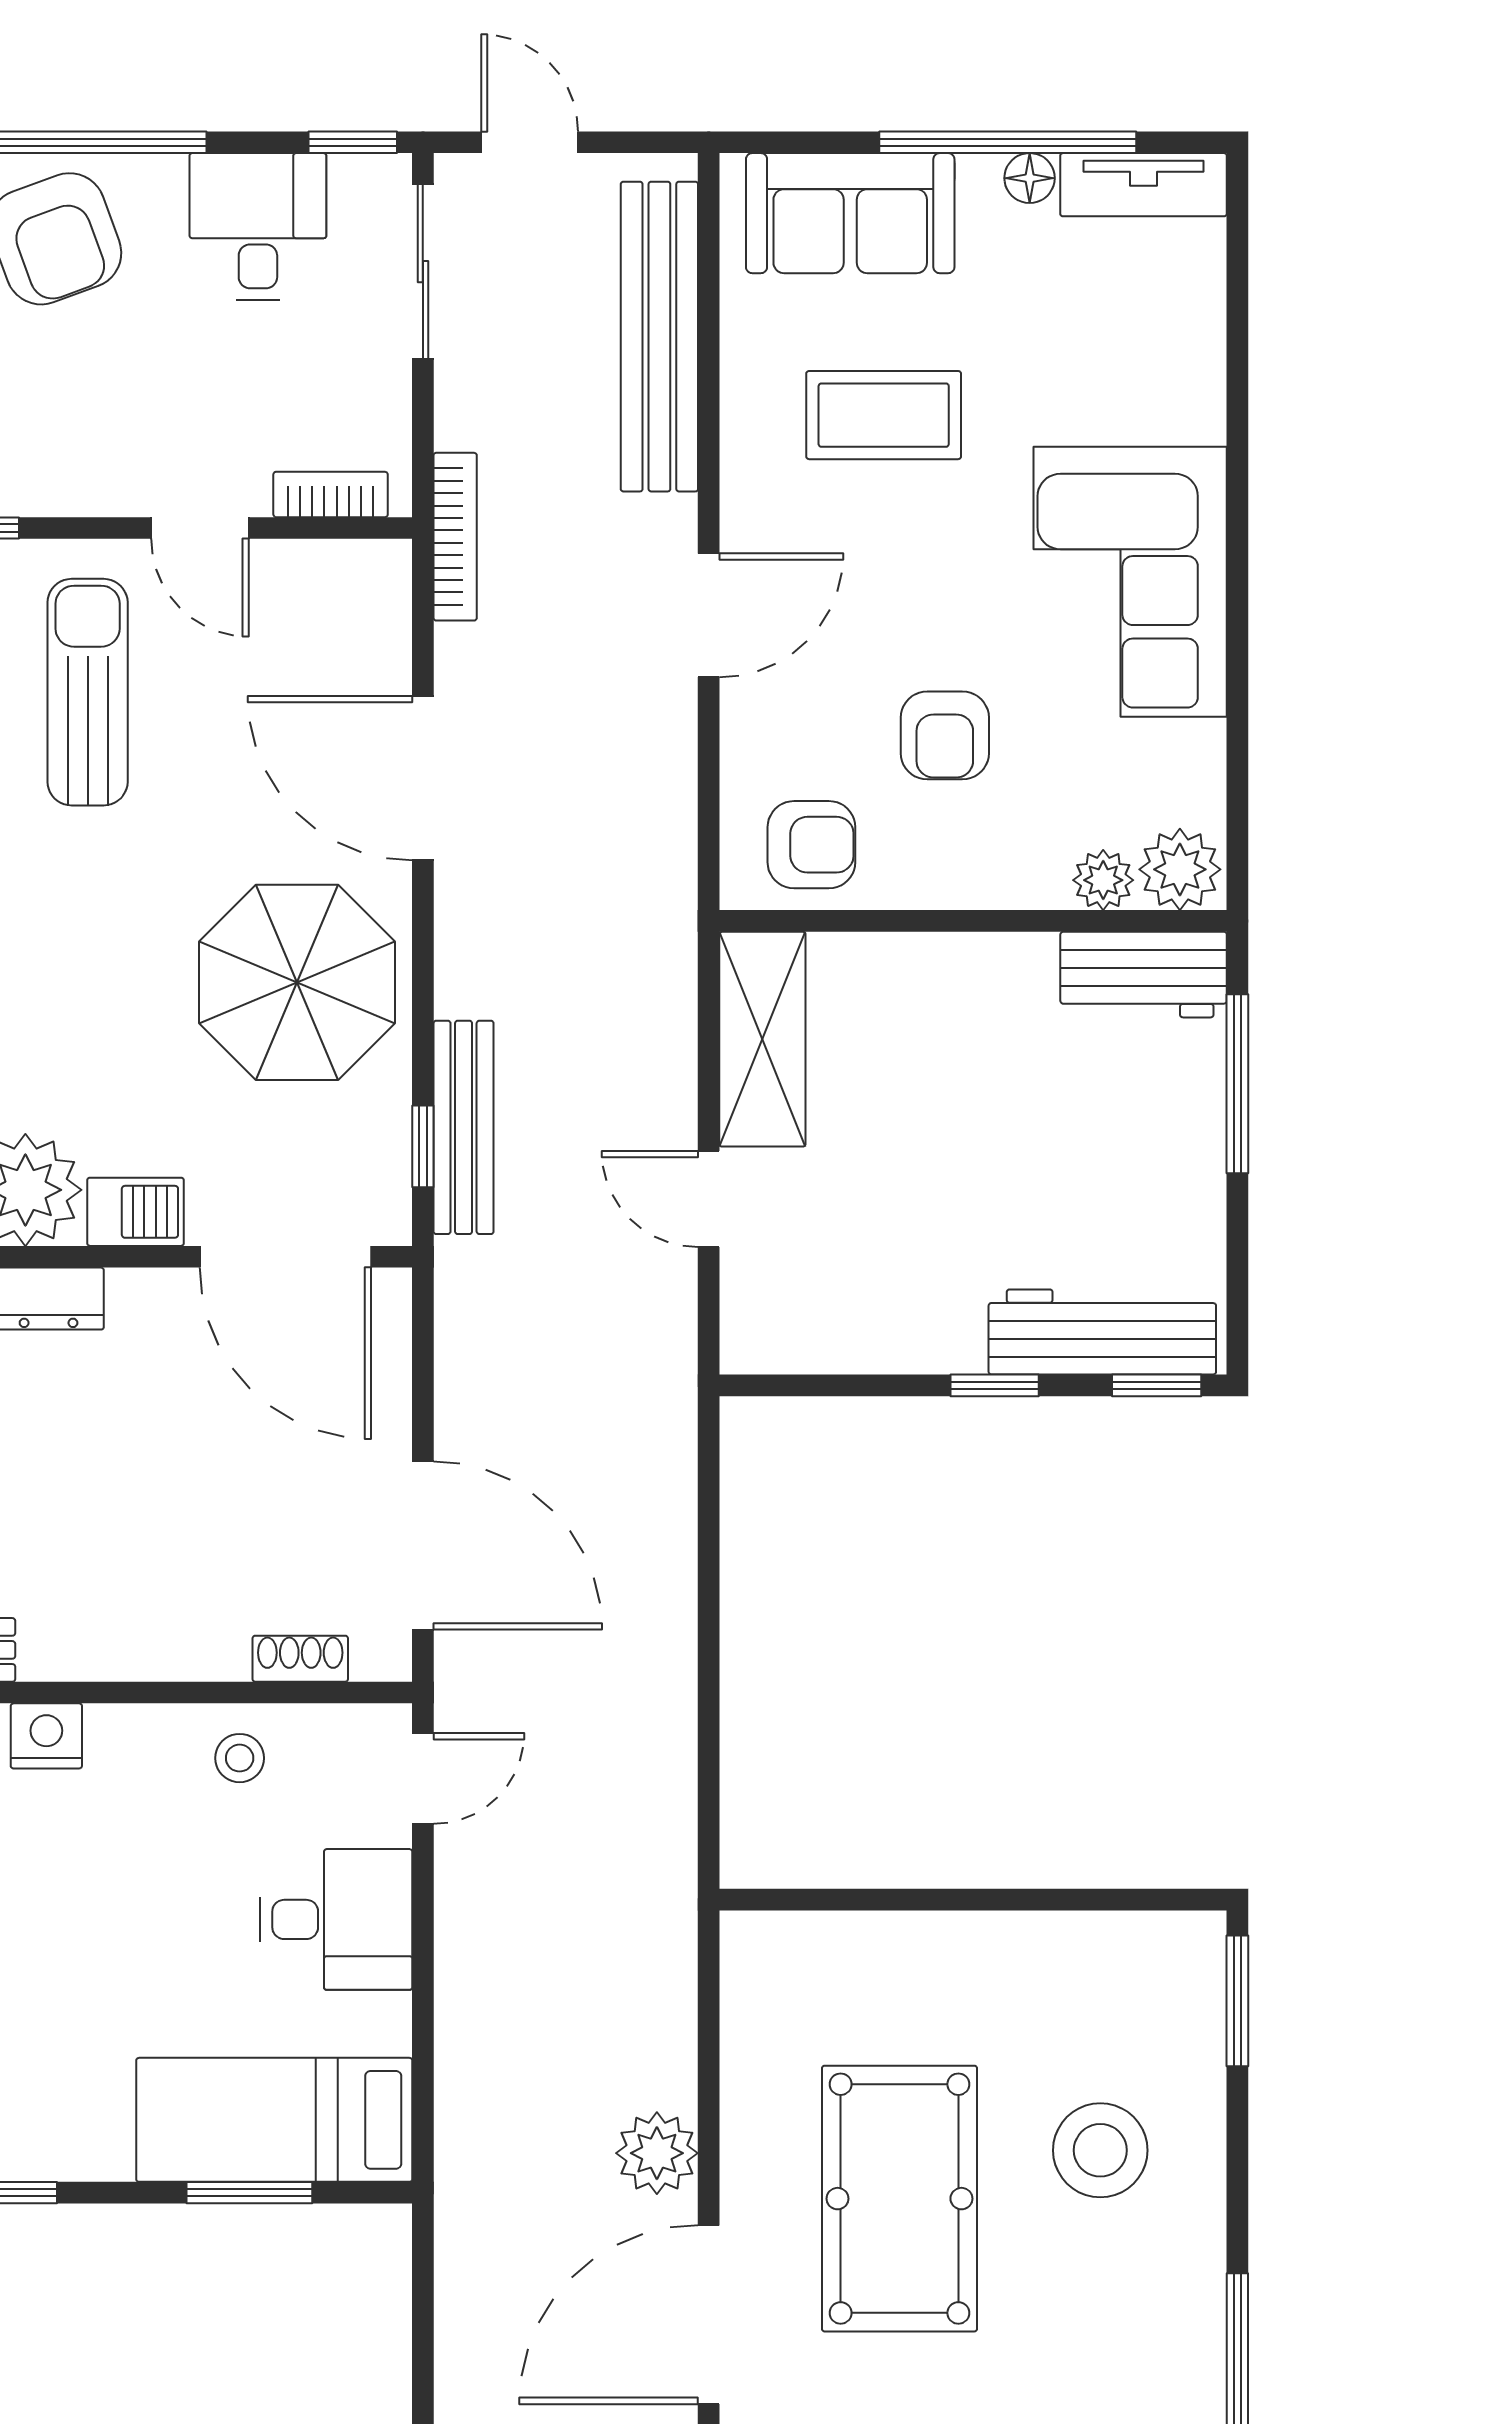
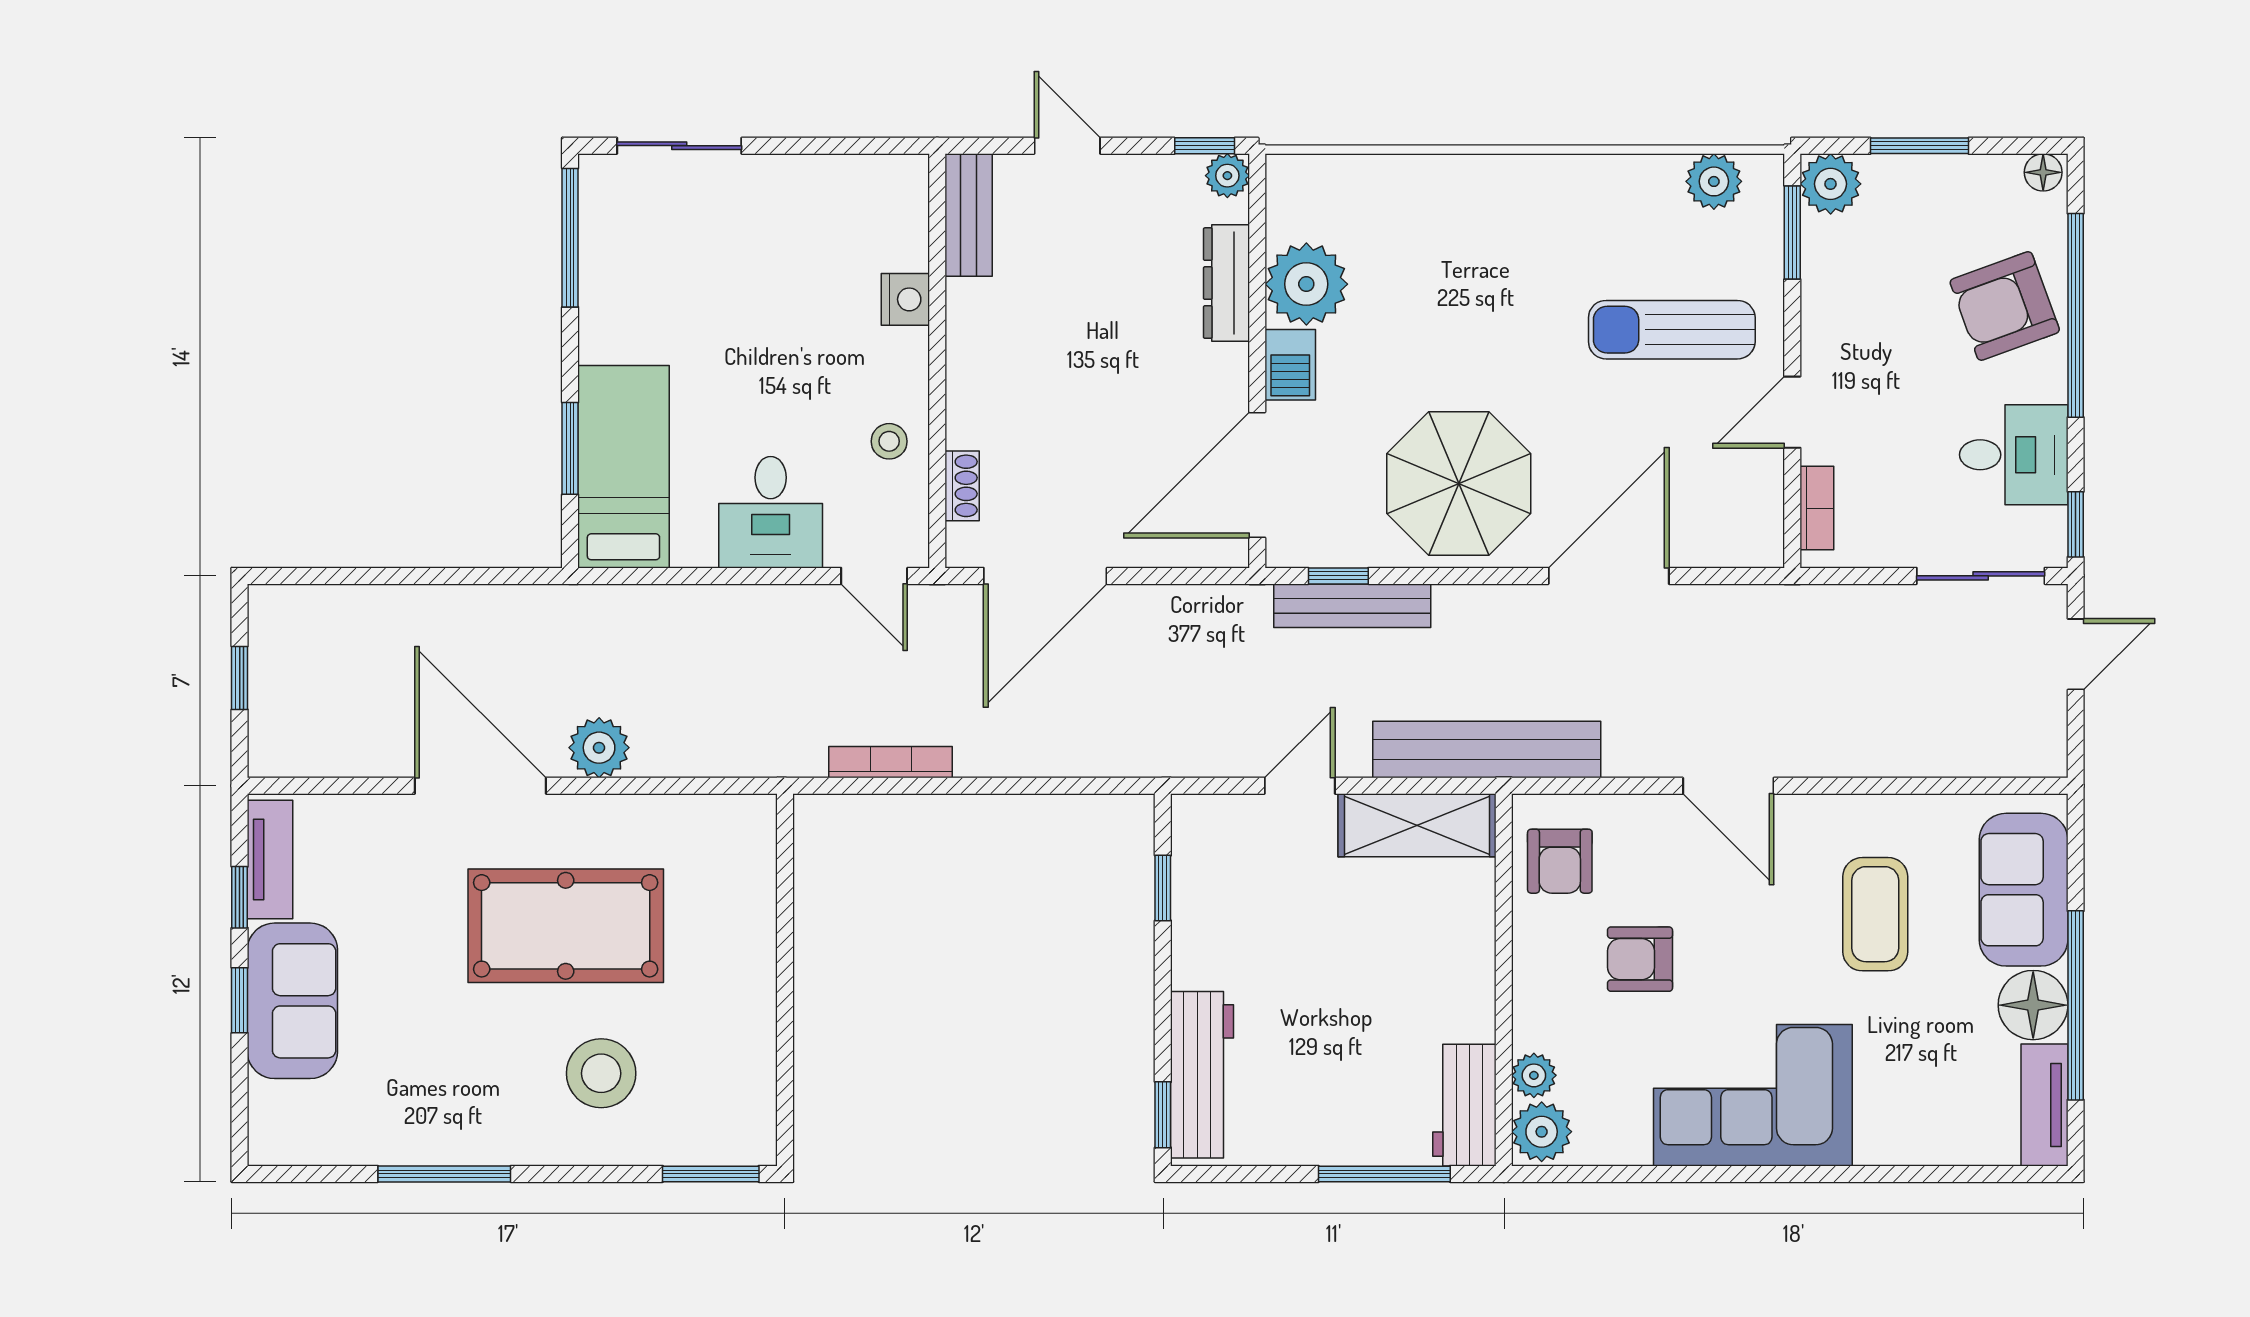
floor lamp: (1030, 178) -> (2033, 1005), width x1.89, depth x1.89
bench: (659, 337) -> (1487, 750), moved
bookcase: (455, 537) -> (891, 762), moved, turned 180
sun lounger: (88, 692) -> (1672, 330), turned 180
window: (995, 1385) -> (1163, 888), moved

